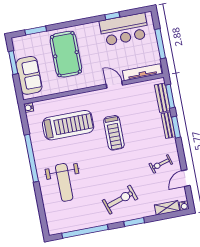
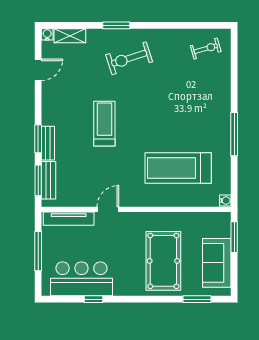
window: (13, 63) -> (234, 237), moved
sofa: (29, 75) -> (217, 263), moved
door: (114, 85) -> (108, 209), swing flipped
treadmill: (114, 133) -> (104, 124), moved
window: (31, 158) -> (234, 134), width x0.68
exercise bike: (161, 164) -> (206, 49), moved
weight bench: (64, 182) -> (198, 94), removed
window: (85, 231) -> (183, 25), removed

